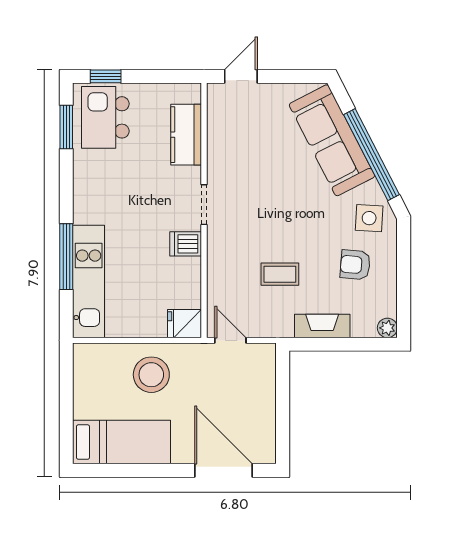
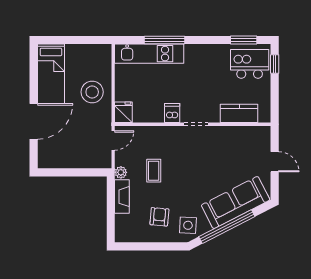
door: (241, 76) -> (275, 162), moved
plant: (387, 328) -> (121, 172), moved
door: (223, 470) -> (34, 121), moved

